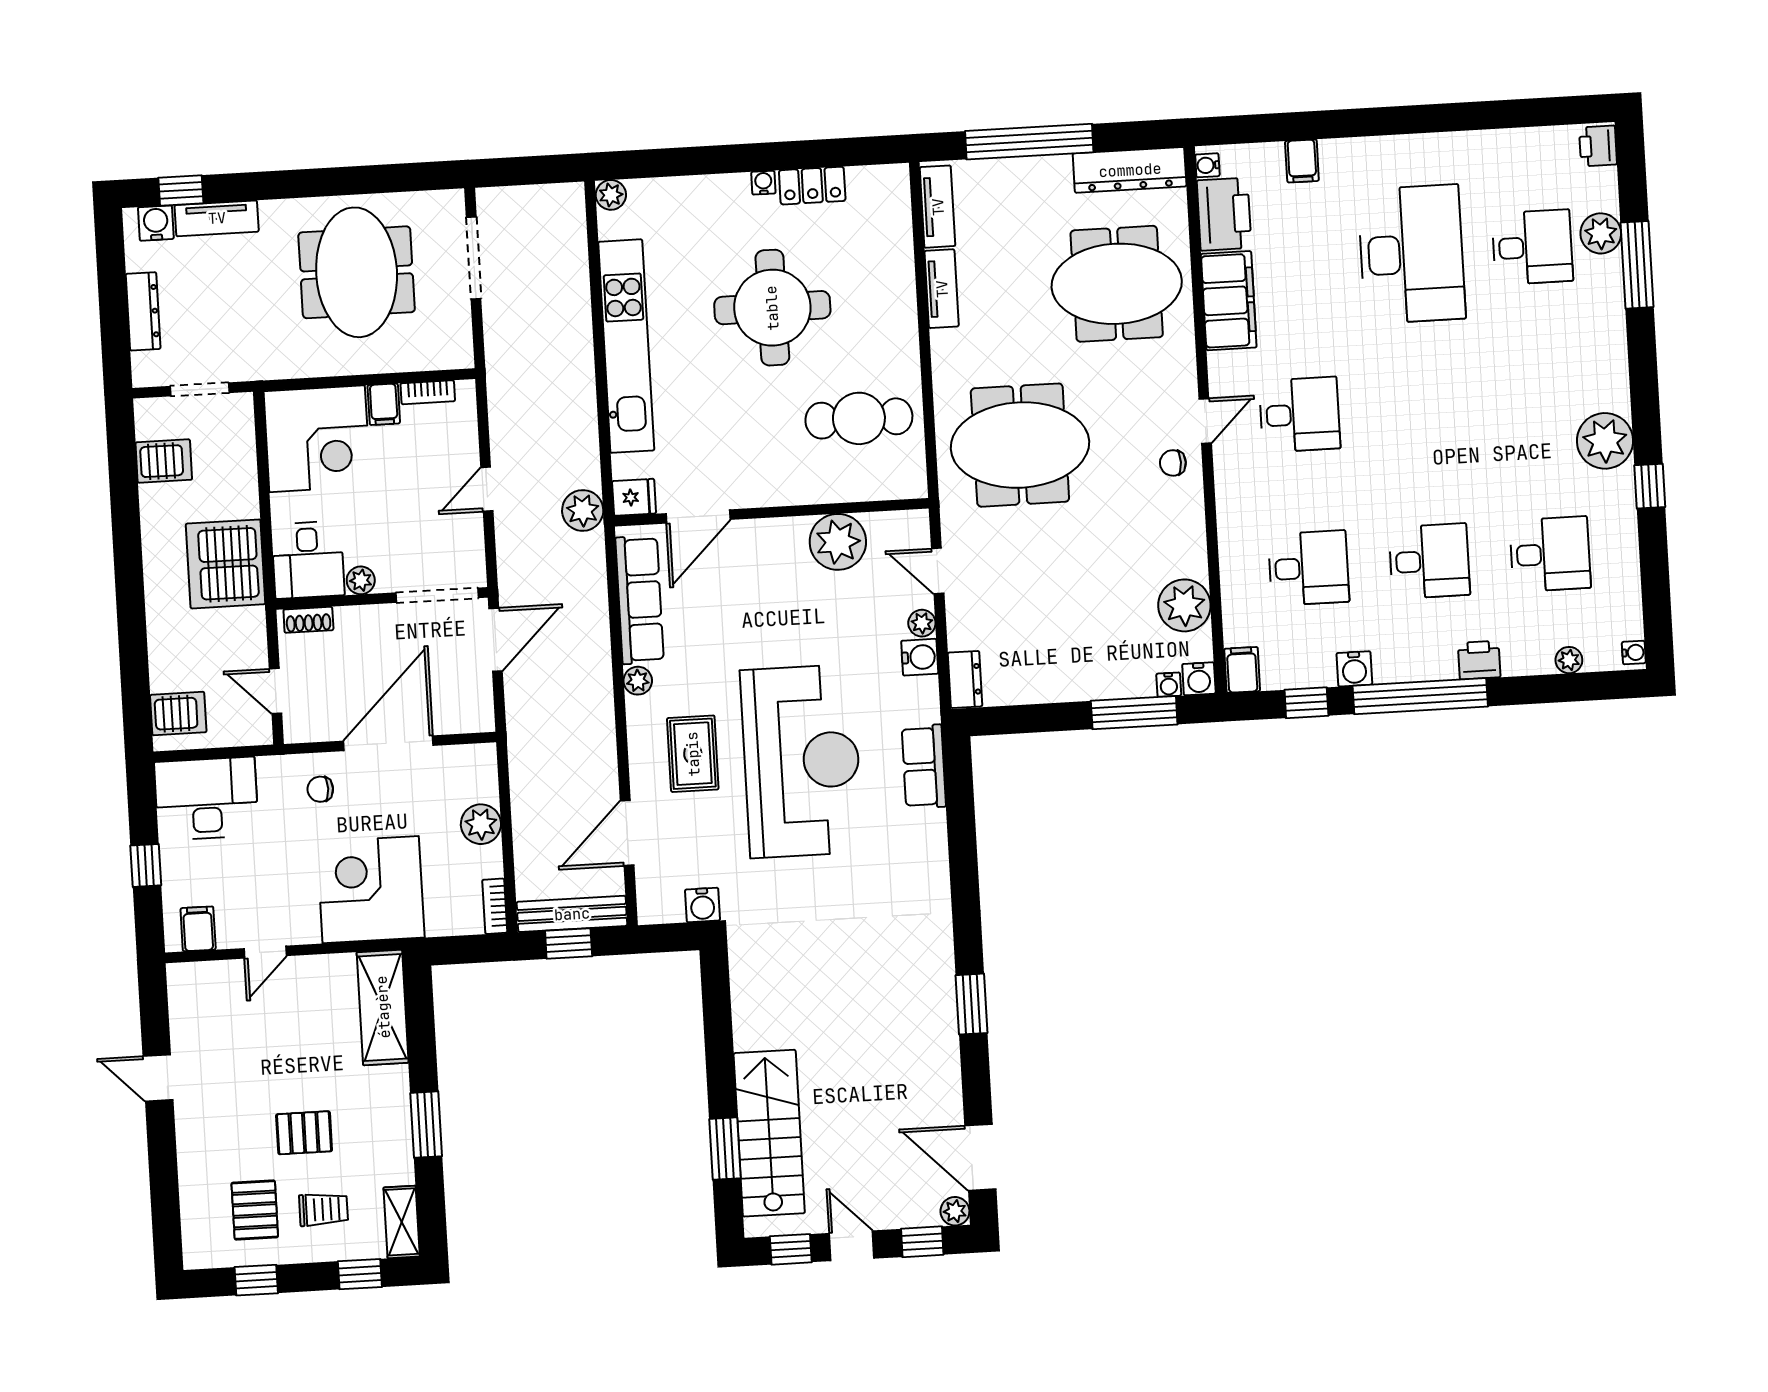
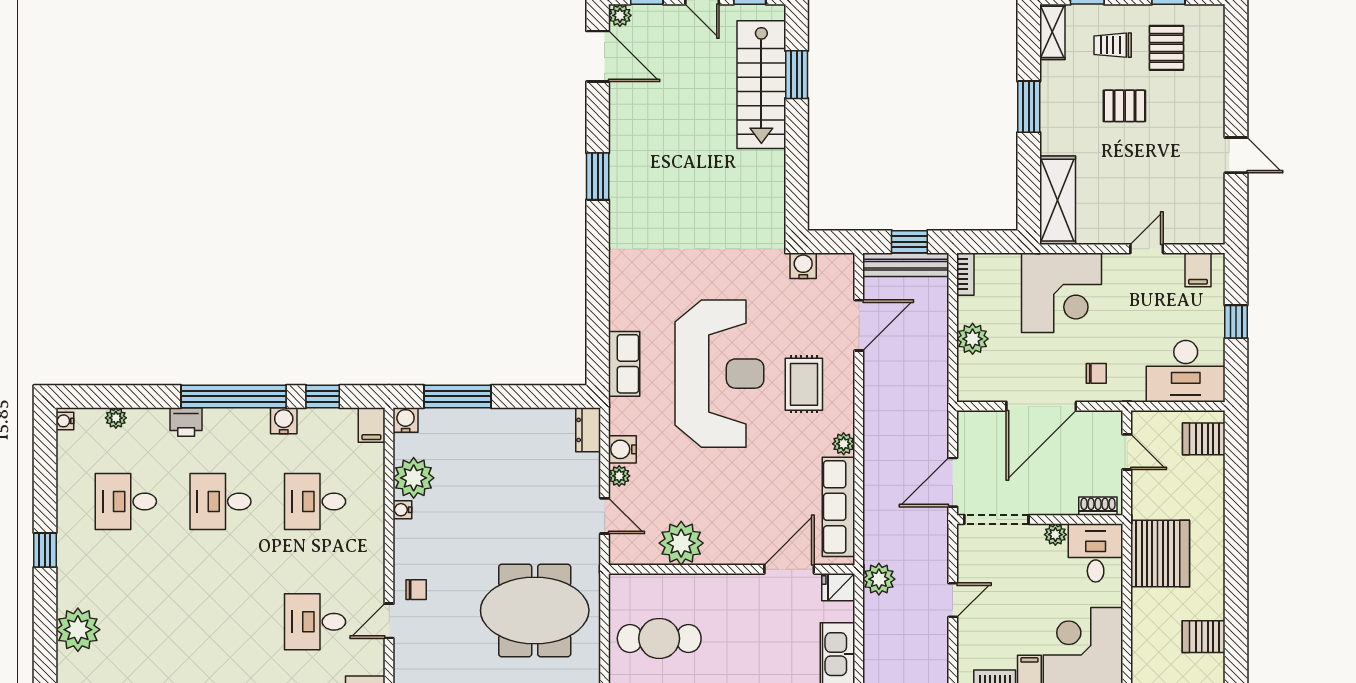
plant: (1605, 441) -> (78, 630), moved
water cooler: (1169, 685) -> (402, 510), moved, turned -90
reception desk: (802, 761) -> (719, 374), turned 180

